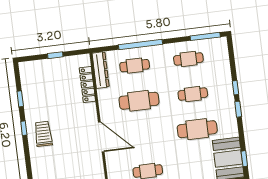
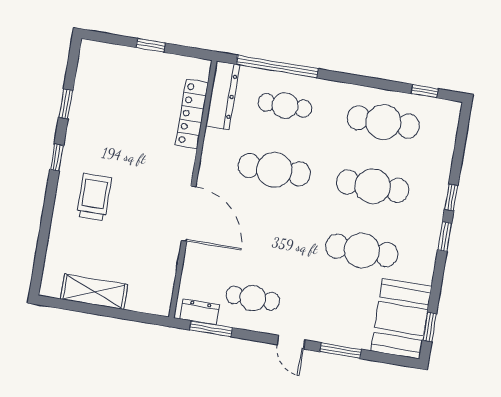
window: (205, 36) -> (425, 91), width x0.46
window: (141, 45) -> (277, 66), moved
cafe table: (188, 59) -> (383, 122), width x1.37, depth x1.35
cafe table: (193, 94) -> (373, 186), width x1.37, depth x1.35
trolley: (43, 134) -> (94, 197), moved

